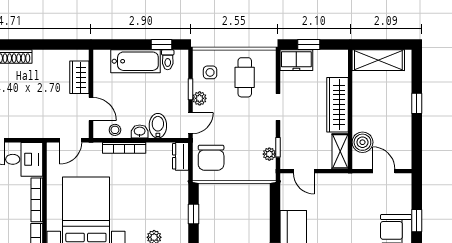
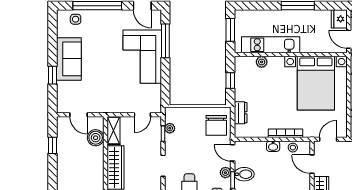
window: (417, 103) -> (52, 145), moved
door: (190, 123) -> (233, 153), hinge flipped
bidet: (158, 126) -> (244, 174), moved, turned -90
dresser: (181, 156) -> (241, 113), moved
chair: (211, 158) -> (216, 125), turned 180
door: (304, 171) -> (142, 115), swing flipped

